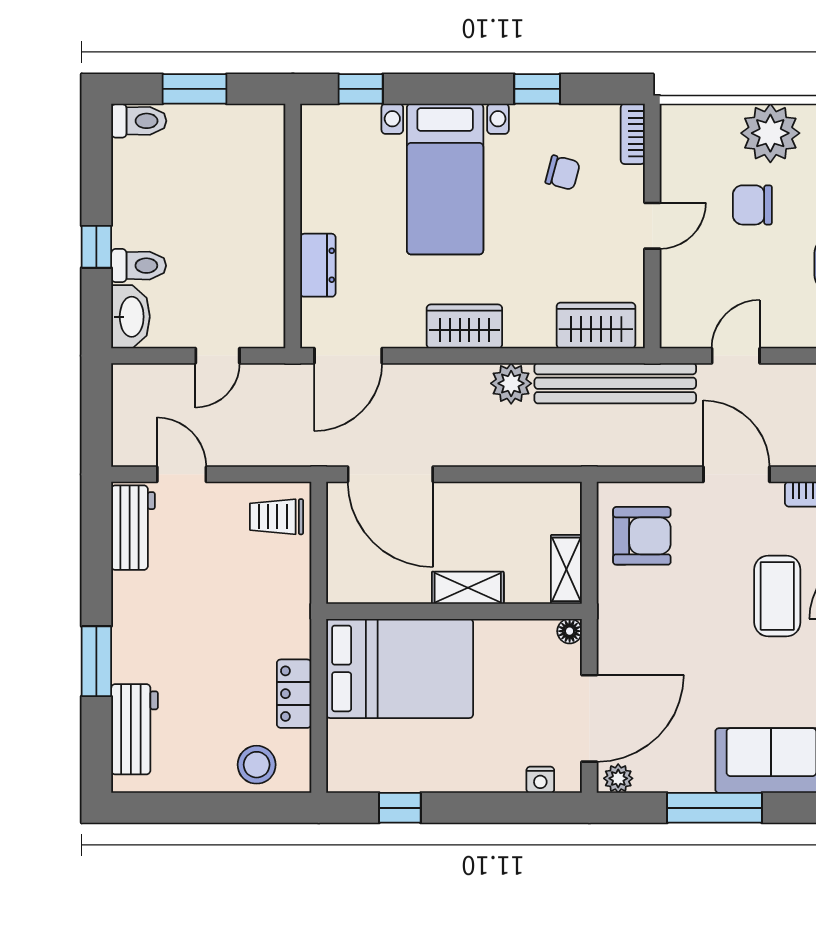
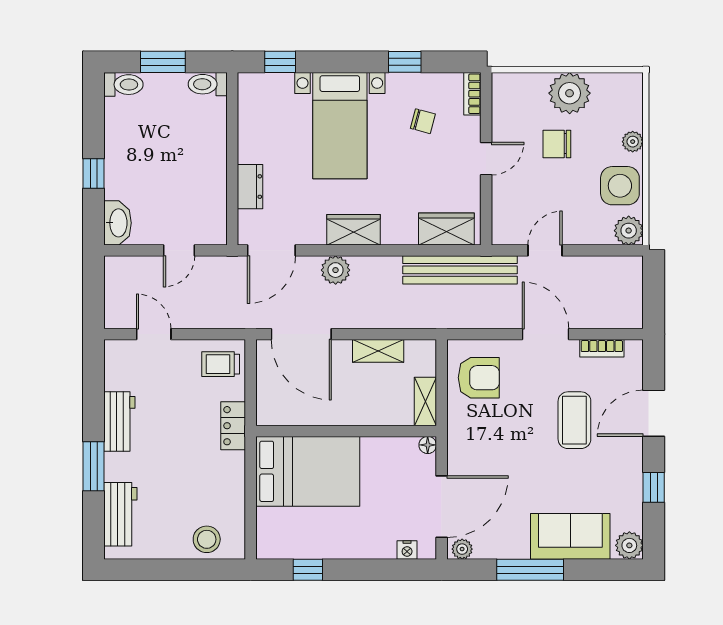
toilet: (139, 266) -> (208, 84), moved, turned 180
plant: (511, 383) -> (336, 270), moved
workbench: (133, 528) -> (119, 422), moved
shelving: (468, 588) -> (378, 351), moved
locker: (294, 694) -> (233, 426), moved

